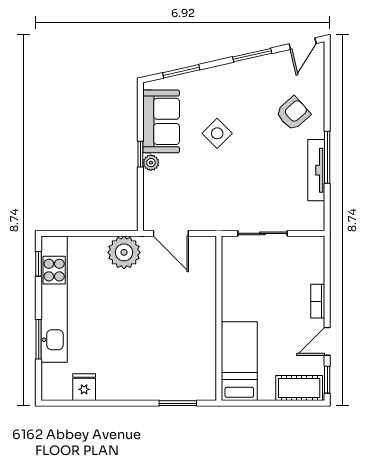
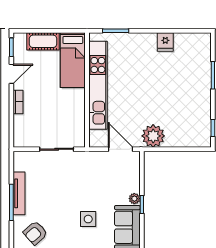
side table: (217, 133) -> (88, 219), turned 45
kitchen unit: (54, 299) -> (98, 85), moved, turned 180
fridge: (84, 387) -> (165, 42), moved
cot: (299, 388) -> (43, 41), moved

